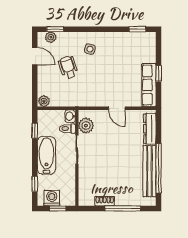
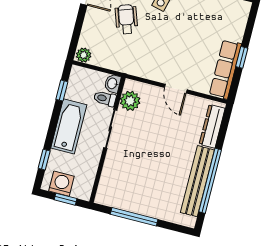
shoe rack: (105, 201) -> (129, 205), removed
window: (123, 208) -> (134, 217), moved

